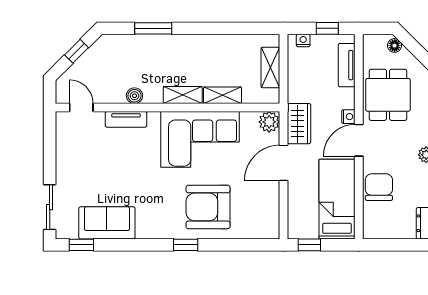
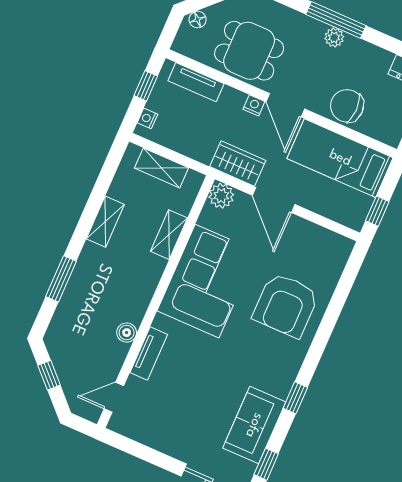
shelving: (183, 95) -> (105, 222), moved
window: (186, 245) -> (295, 398), moved

